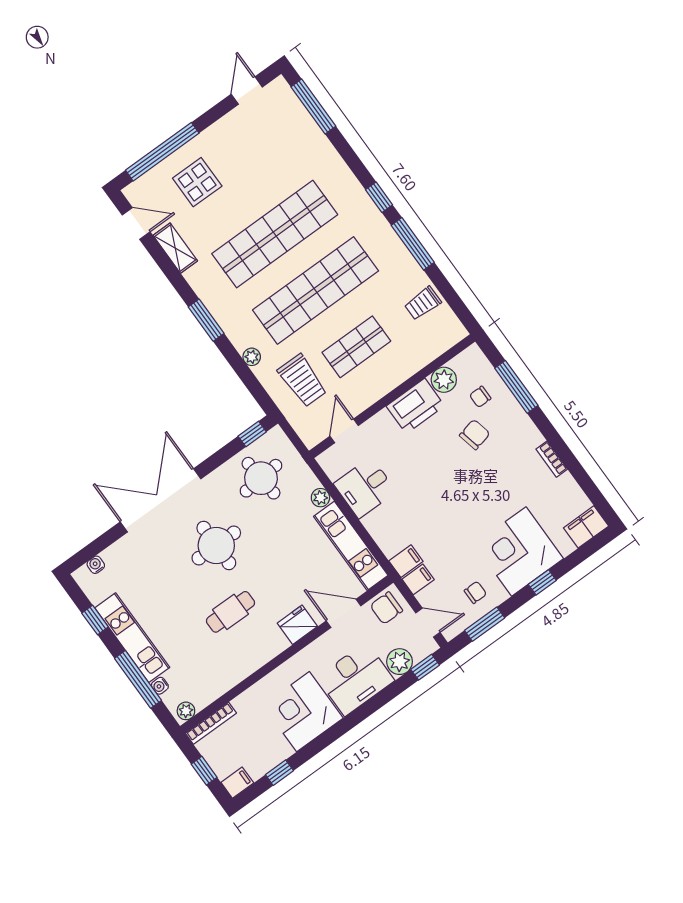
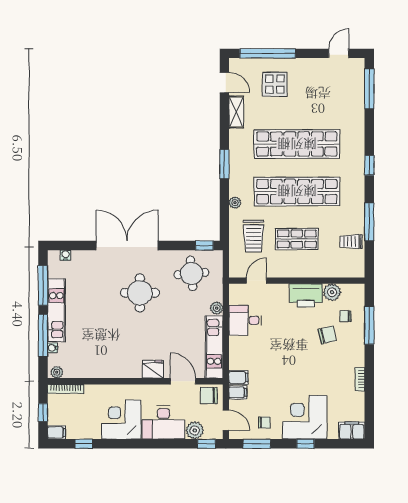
window: (413, 244) -> (369, 222), moved
cafe table: (230, 612) -> (121, 335), removed
window: (95, 620) -> (43, 285), width x2.17

